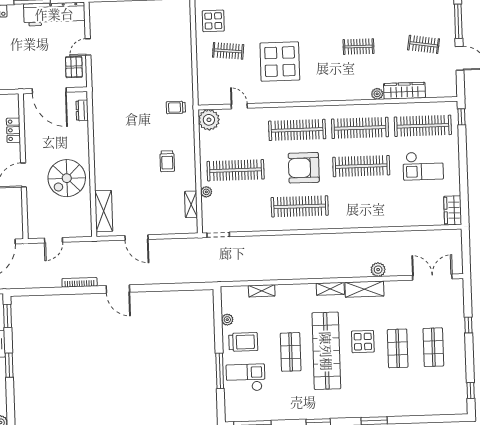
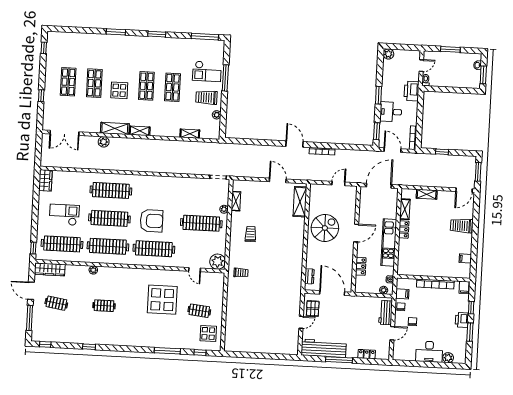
wardrobe: (404, 91) -> (50, 269), moved
clothes rail: (300, 206) -> (111, 190), moved
shop shelf: (326, 351) -> (146, 86), width x0.50, depth x0.74

